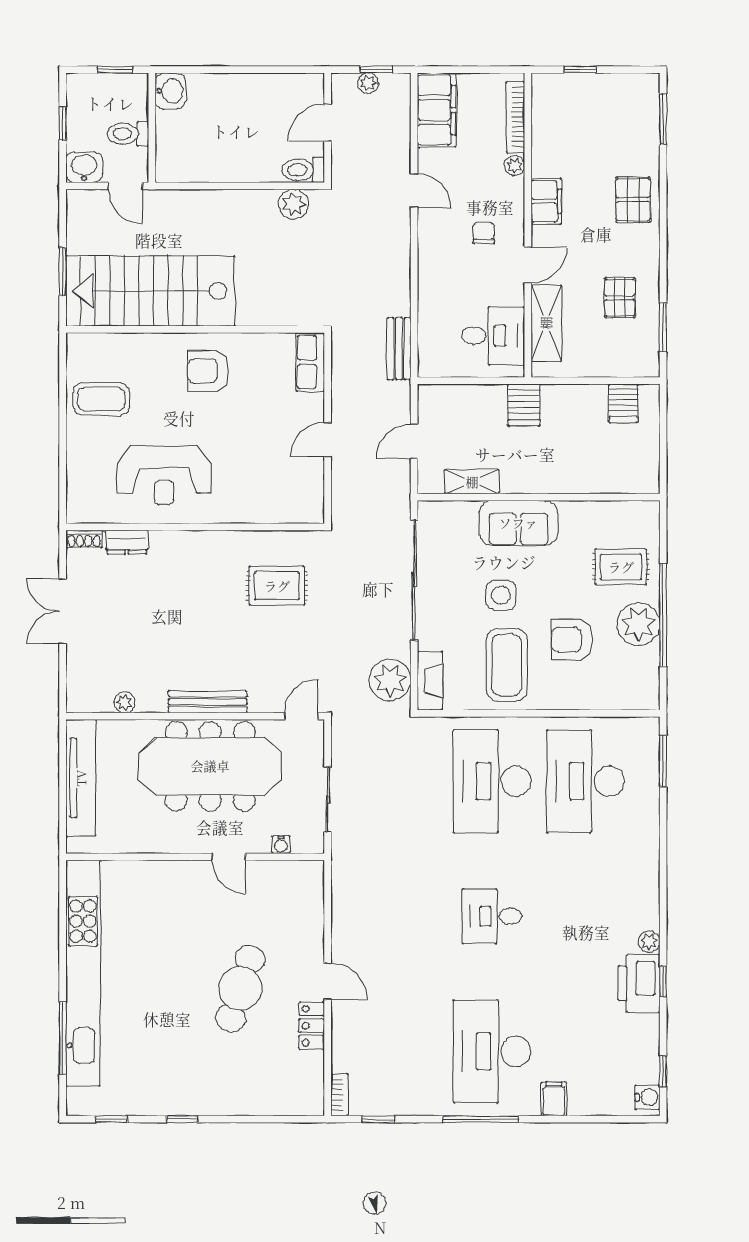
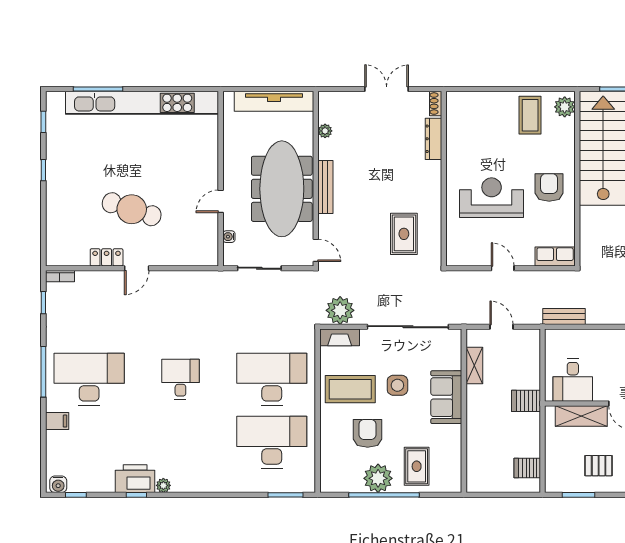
plant: (89, 348) -> (565, 107), added
reception desk: (164, 475) -> (492, 198), moved, turned 90
dresser: (127, 542) -> (433, 139), width x1.44

